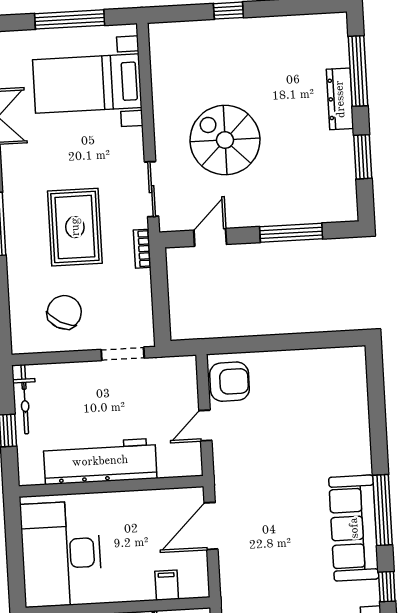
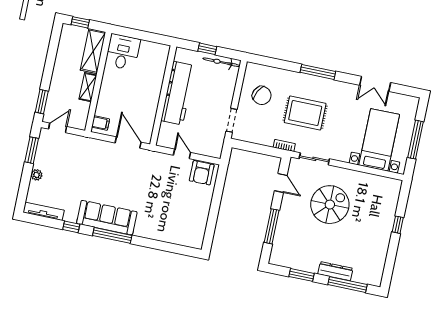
desk: (61, 554) -> (123, 52), width x0.53, depth x0.77
filing cabinet: (167, 585) -> (101, 123), moved

